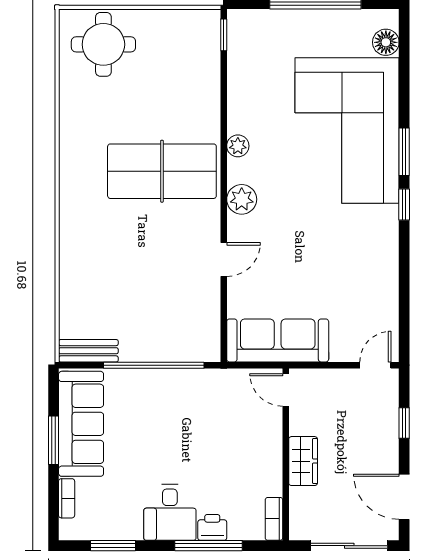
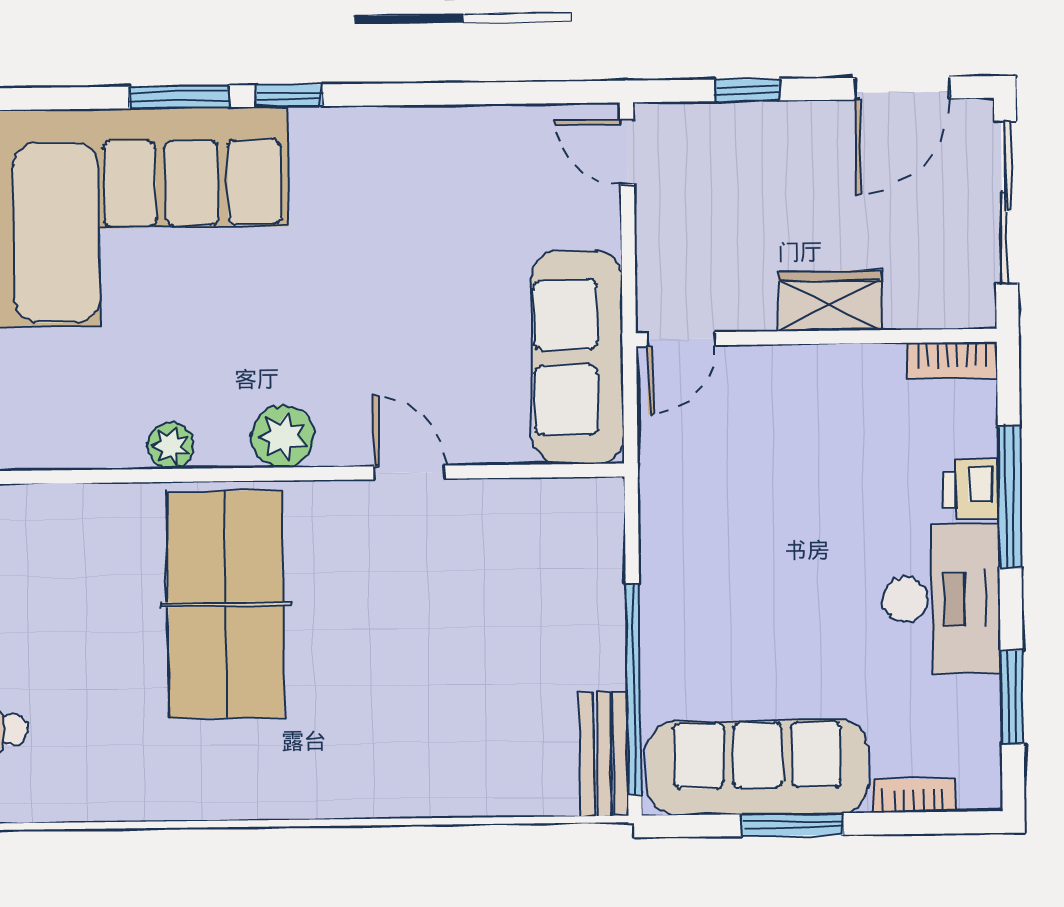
window: (154, 365) -> (634, 689), moved
desk: (170, 512) -> (941, 599), width x1.37

